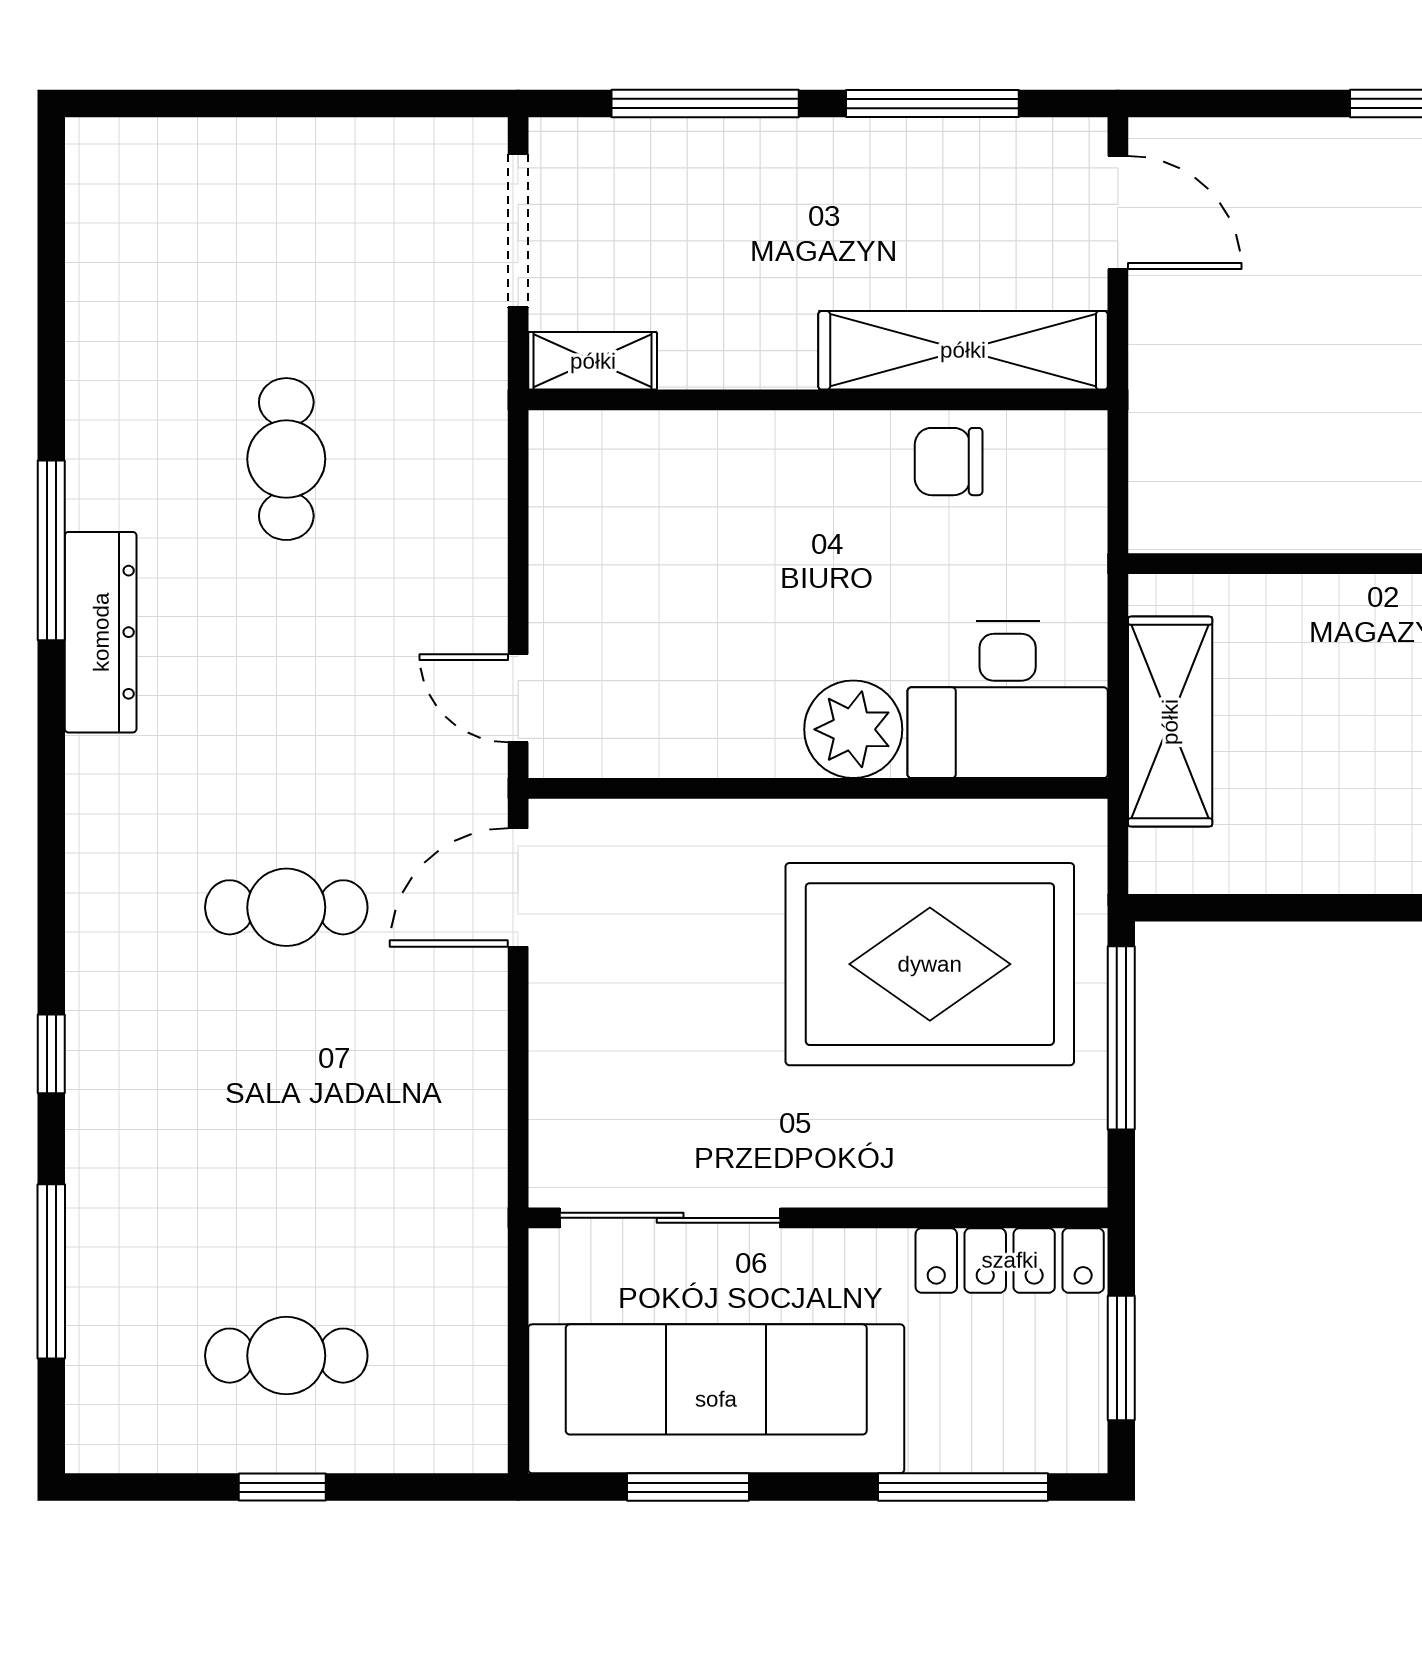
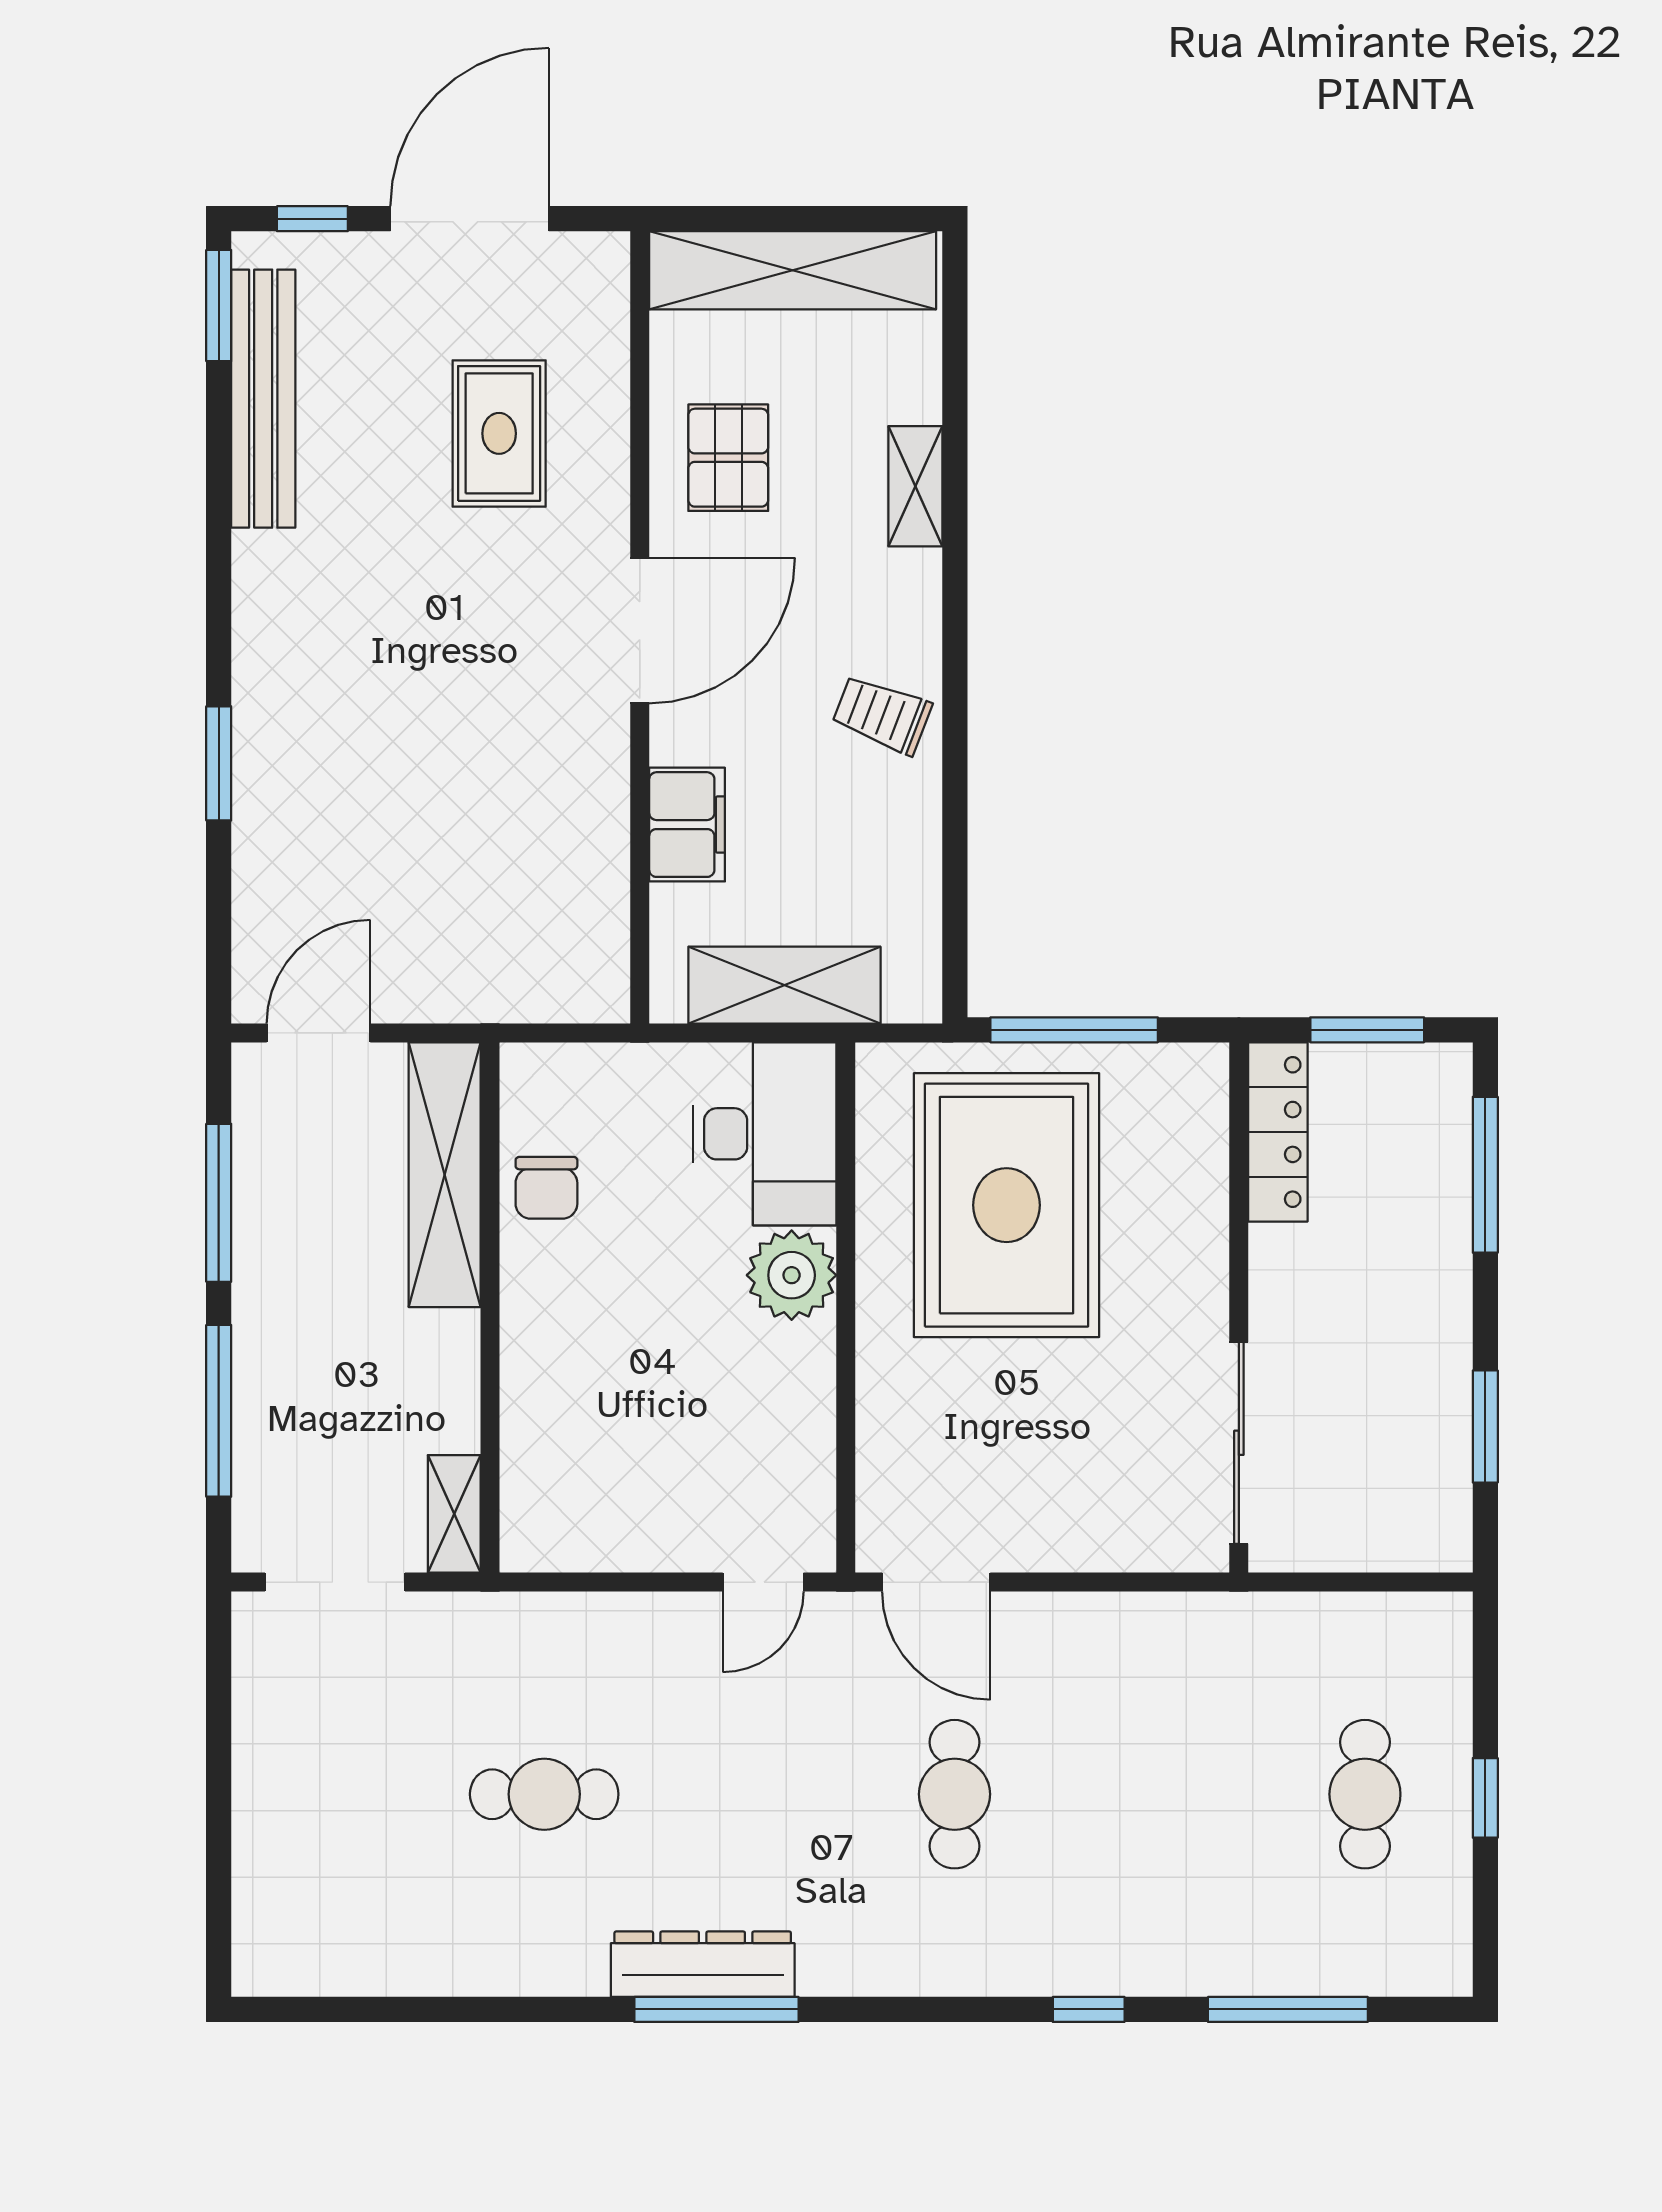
window: (51, 550) -> (716, 2009), moved
filing cabinet: (1345, 615) -> (687, 825), added
sofa: (716, 1399) -> (1405, 1401), removed

